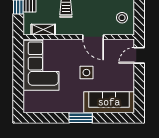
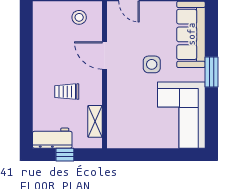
door: (93, 37) -> (105, 55), swing flipped
corner sofa: (41, 65) -> (181, 115), moved, turned -90

